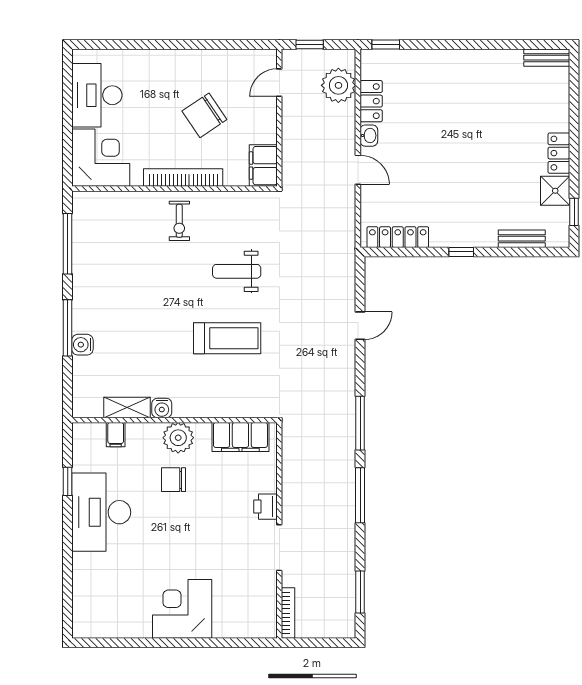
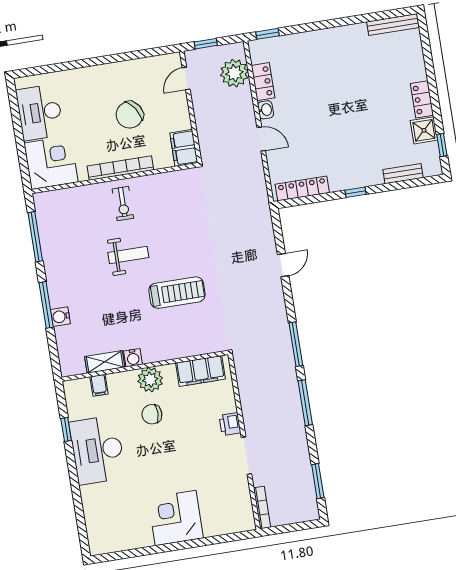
bench: (547, 58) -> (393, 25), width x1.36
weight bench: (237, 271) -> (128, 255), moved, turned 180

